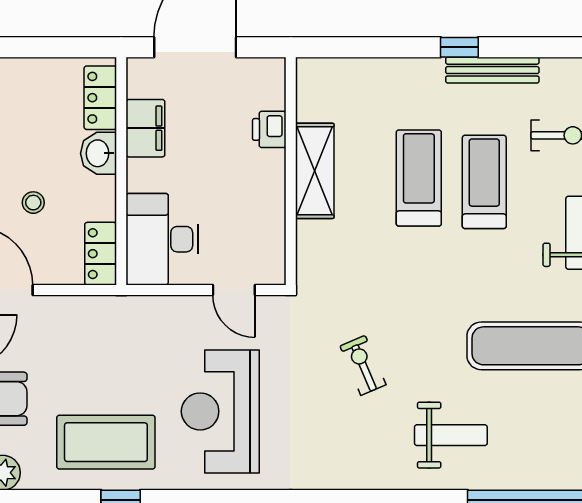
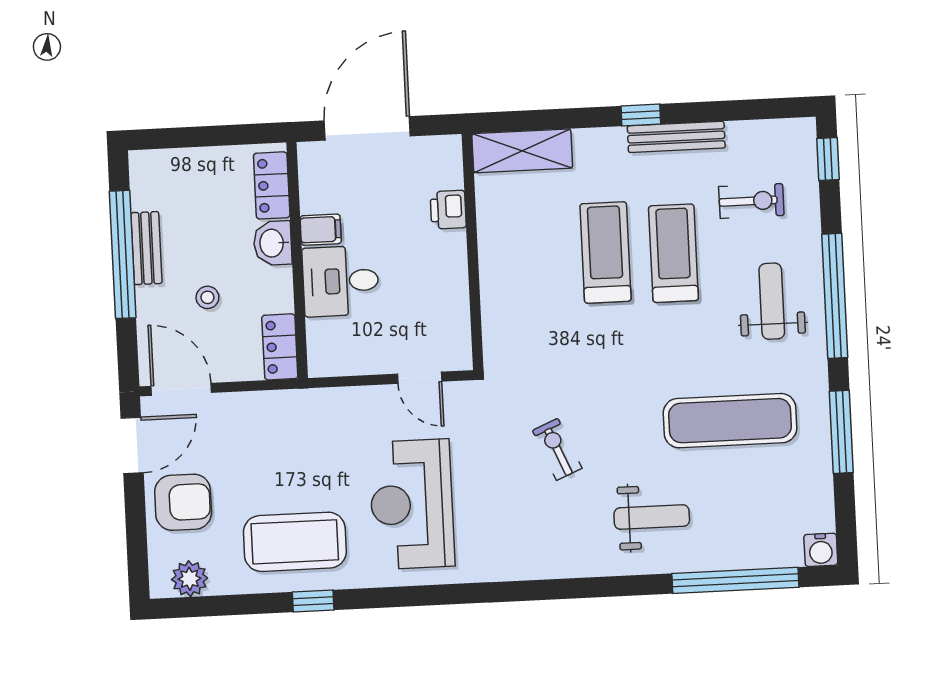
filing cabinet: (145, 128) -> (321, 230), width x0.50
shelving: (315, 171) -> (522, 151), moved, turned 90
desk: (162, 239) -> (341, 281), moved, width x0.73

